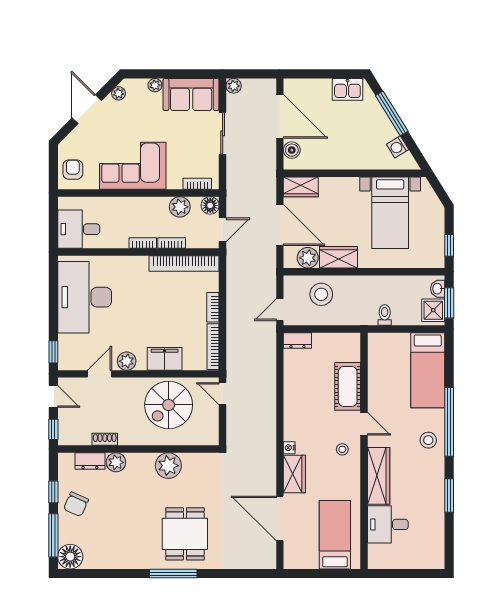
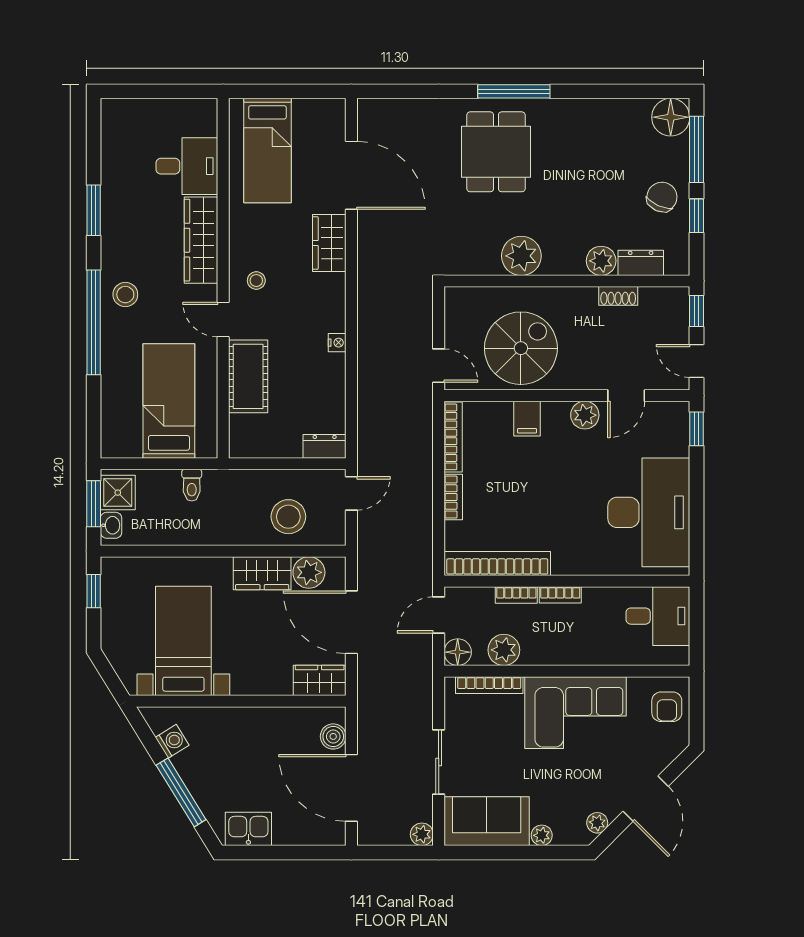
bookcase: (197, 184) -> (489, 685), width x1.56
filing cabinet: (165, 359) -> (527, 419), width x0.50
bed: (428, 370) -> (169, 401), moved
nightstand: (289, 448) -> (337, 343), moved

